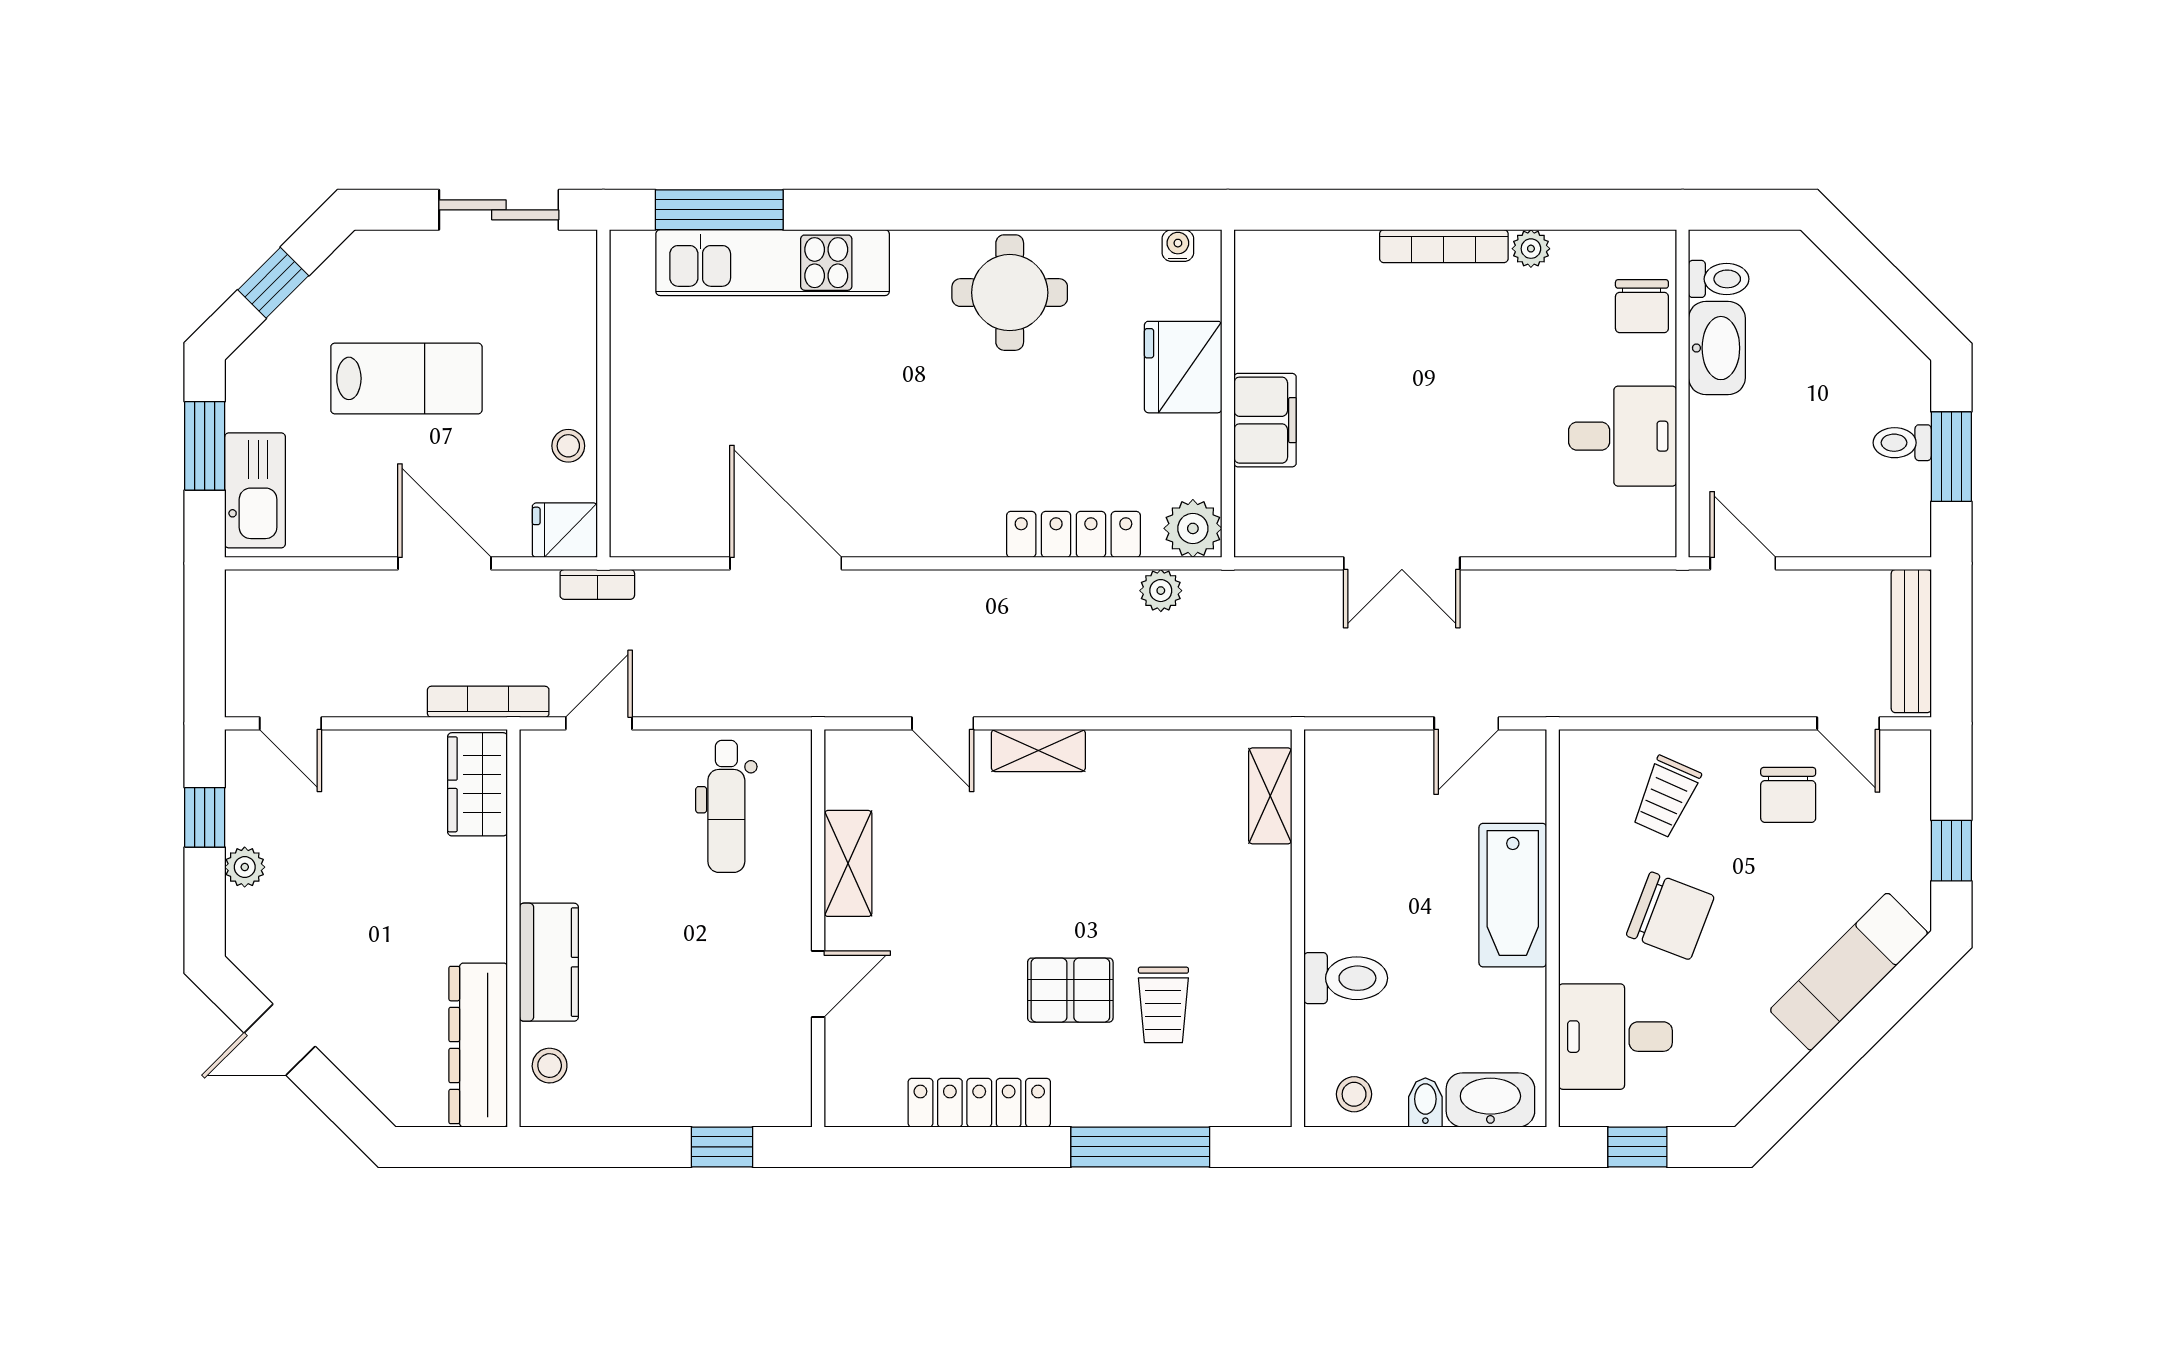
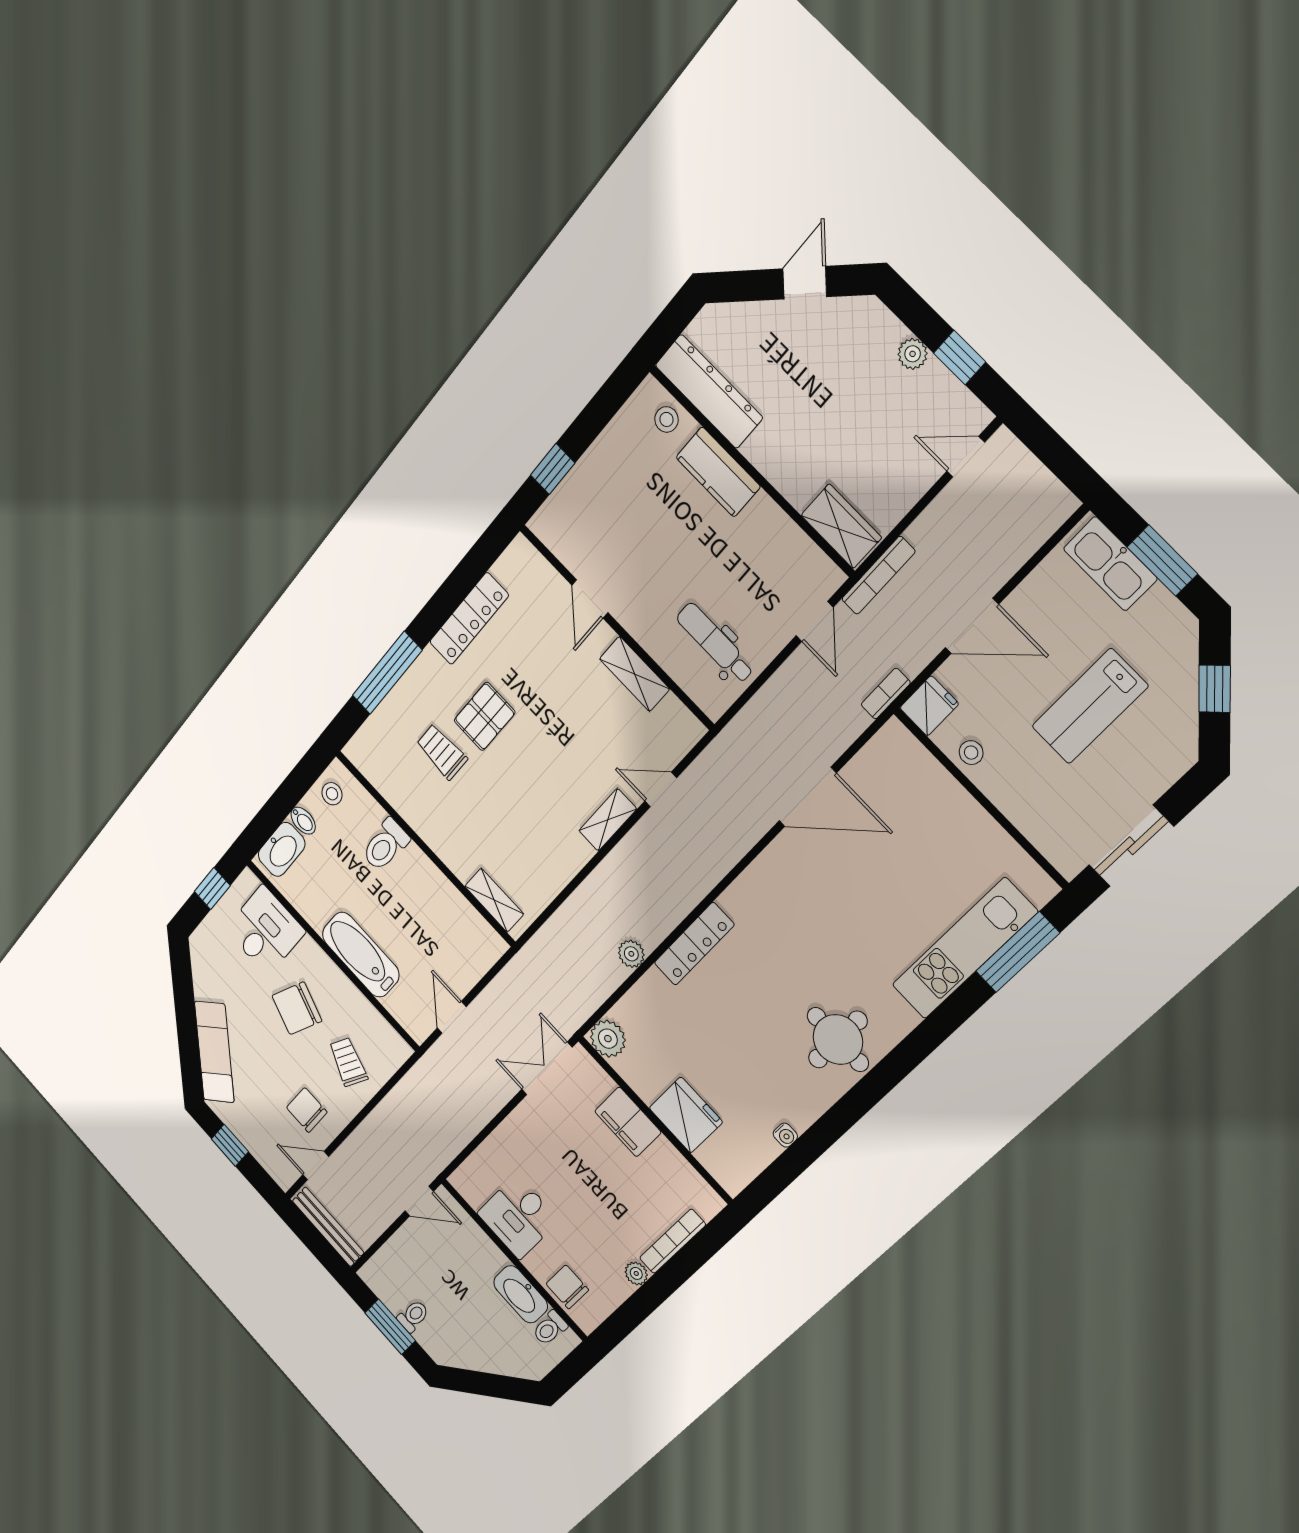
fridge: (1183, 367) -> (686, 1115), moved
wall: (1228, 394) -> (655, 1120), moved
filing cabinet: (1265, 420) -> (628, 1122), moved
plant: (1193, 528) -> (608, 1039), moved

